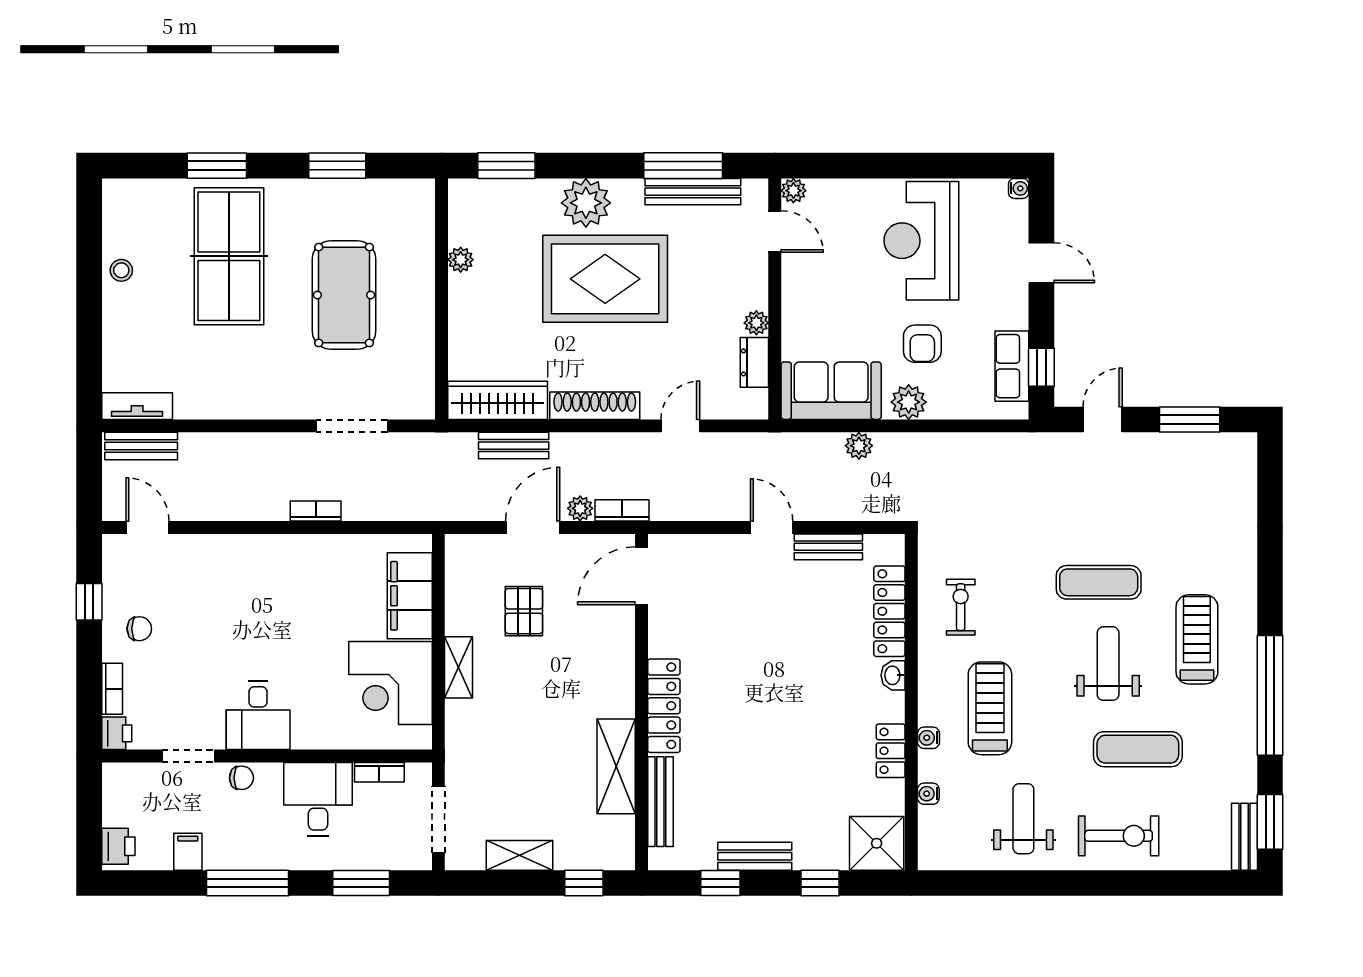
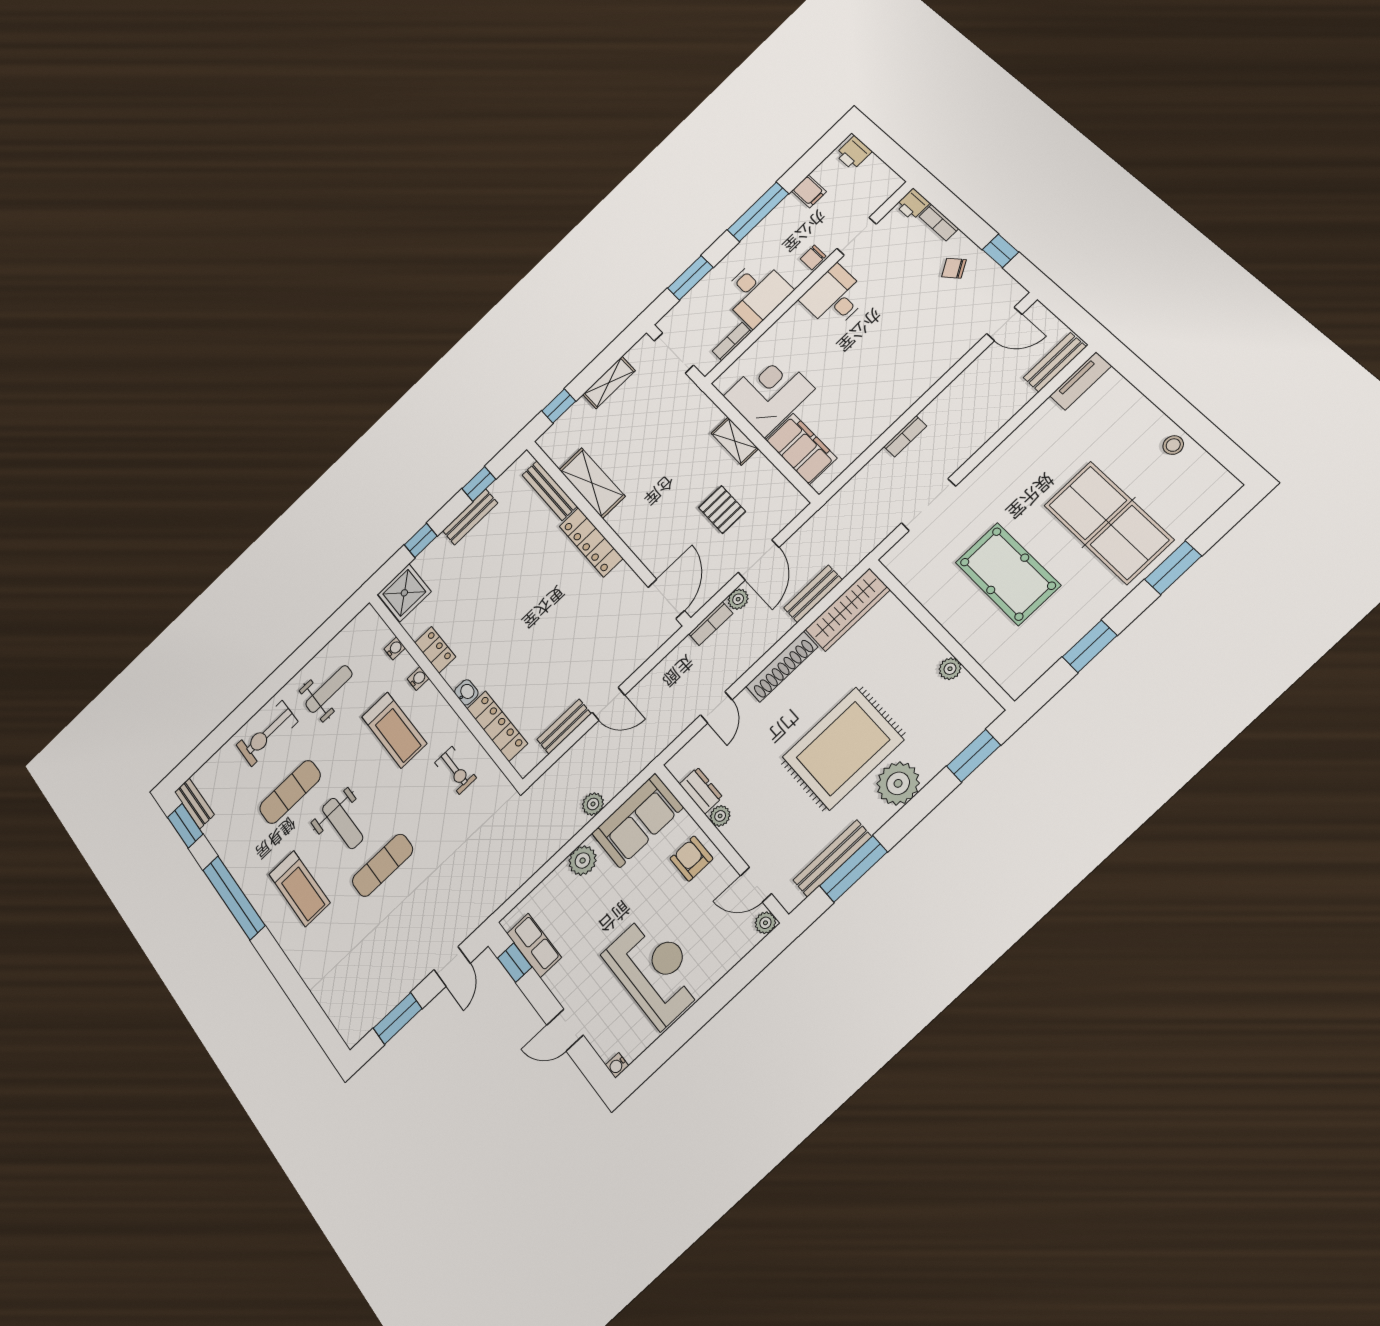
armchair: (922, 344) -> (691, 859), moved
chair: (139, 629) -> (954, 268), turned 56
weight bench: (1023, 819) -> (329, 689), turned -90

